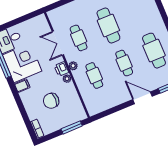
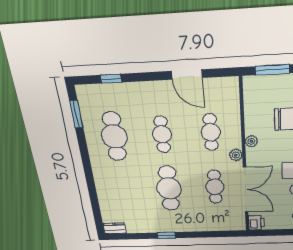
double door: (58, 43) -> (246, 190), width x1.37
printer: (61, 69) -> (256, 223), moved
door: (142, 98) -> (187, 74), moved

